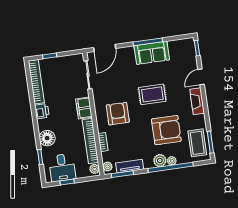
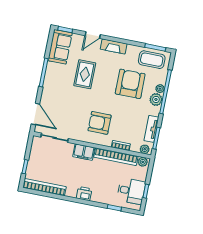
sofa: (152, 53) -> (60, 47), moved
door: (201, 77) -> (93, 35), hinge flipped
rug: (152, 94) -> (85, 74), moved
printer: (42, 111) -> (84, 194), moved
floor lamp: (47, 138) -> (99, 195), removed

